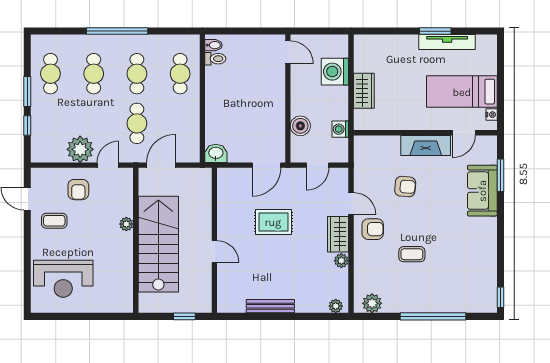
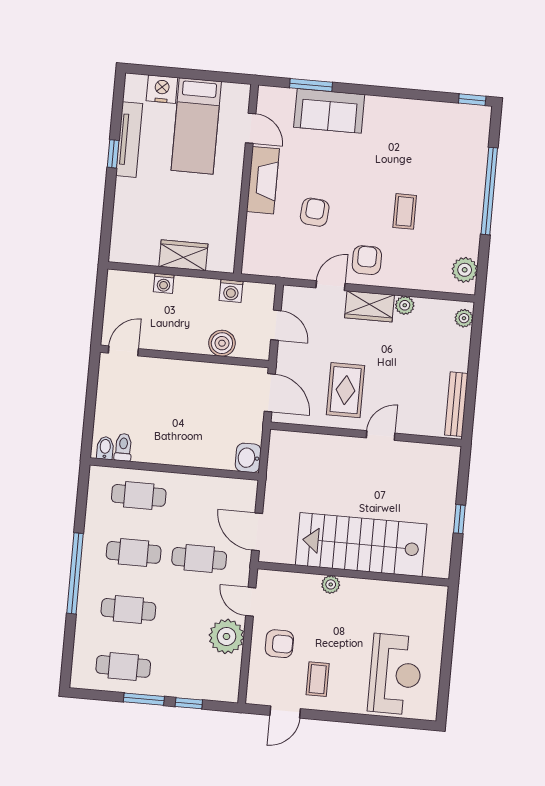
window: (435, 31) -> (113, 154), width x0.67
washing machine: (335, 72) -> (164, 283), width x0.53, depth x0.53
nightstand: (492, 115) -> (162, 89), moved, width x1.89, depth x1.79
wall: (214, 240) -> (366, 434), moved
door: (214, 251) -> (381, 436), moved

